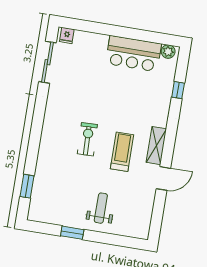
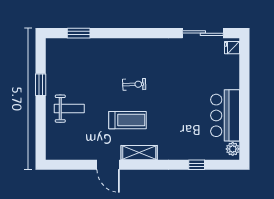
exercise bike: (87, 139) -> (134, 84), width x0.73, depth x0.72

